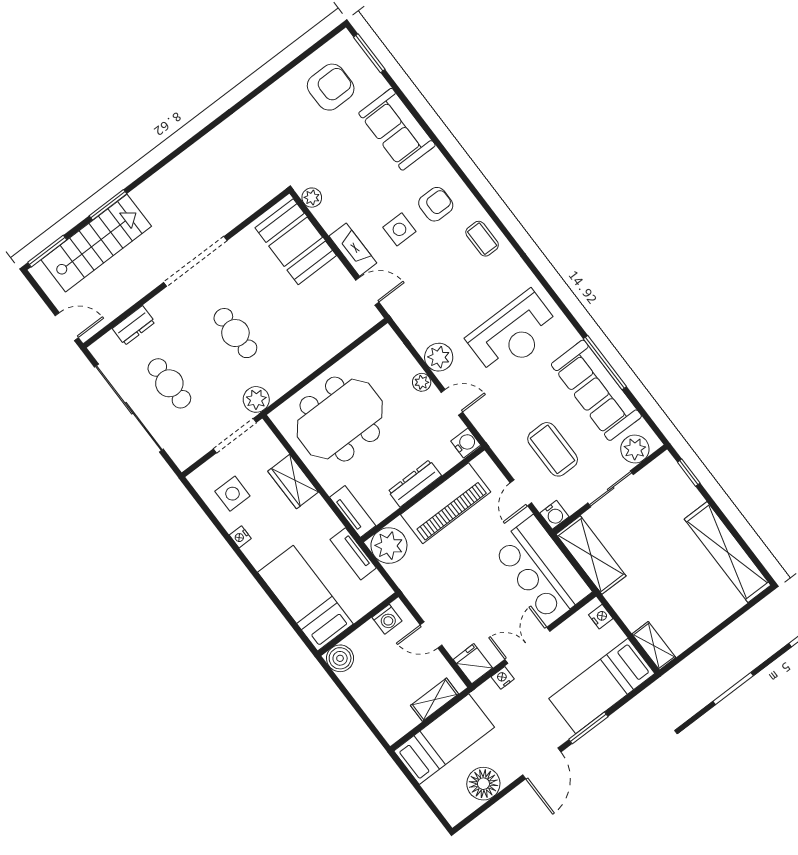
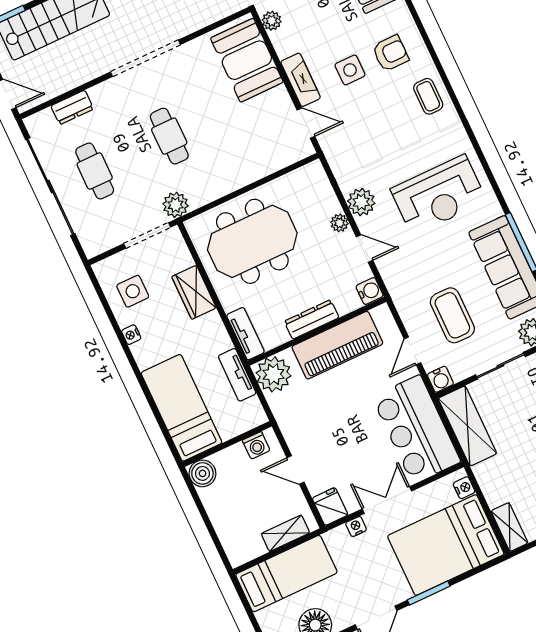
bed: (602, 686) -> (446, 545), width x1.50

